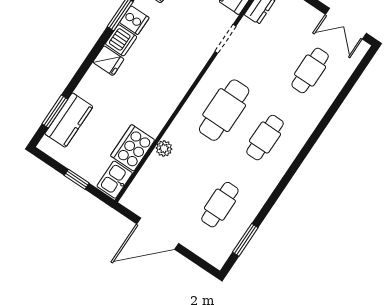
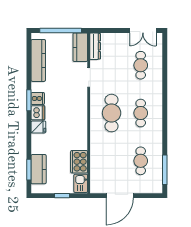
plant: (164, 148) -> (95, 152), removed
window: (245, 240) -> (165, 170), width x1.44

